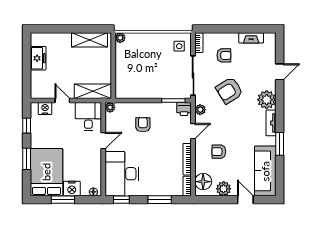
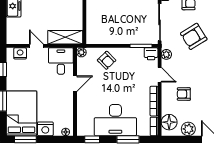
armchair: (143, 125) -> (107, 60), moved, turned 136
door: (193, 131) -> (160, 75), hinge flipped
desk: (122, 174) -> (115, 120), moved, turned -90
window: (63, 200) -> (25, 139), moved

